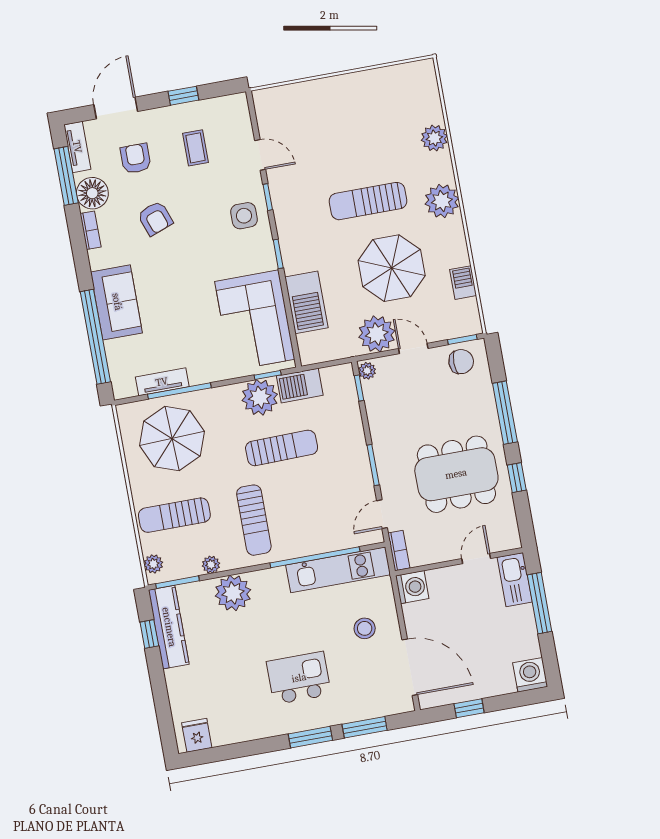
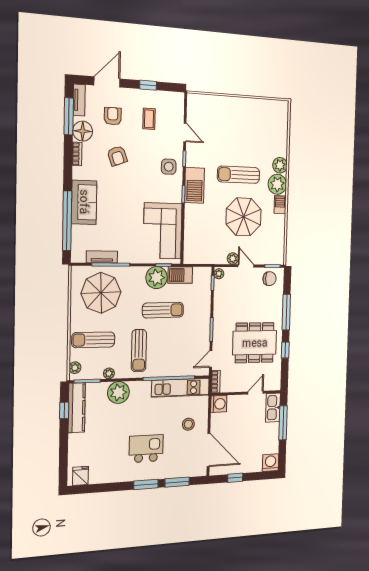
plant: (434, 138) -> (280, 165), moved
barbecue: (463, 283) -> (280, 205), moved
barbecue: (306, 302) -> (194, 185), moved
plant: (377, 334) -> (233, 259), width x0.53, depth x0.53

